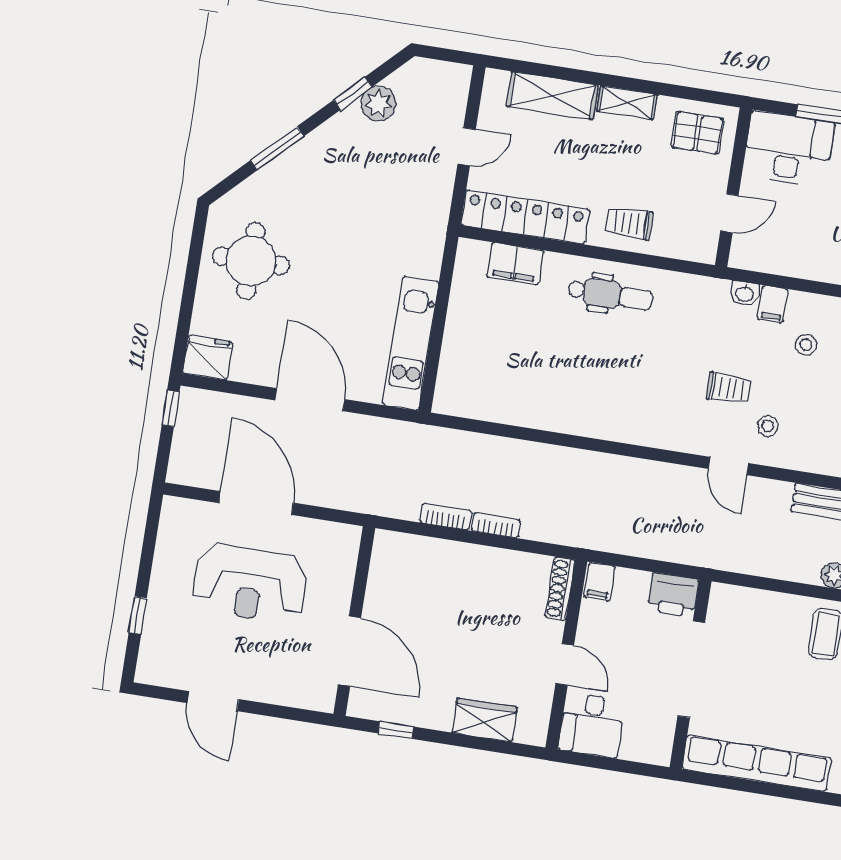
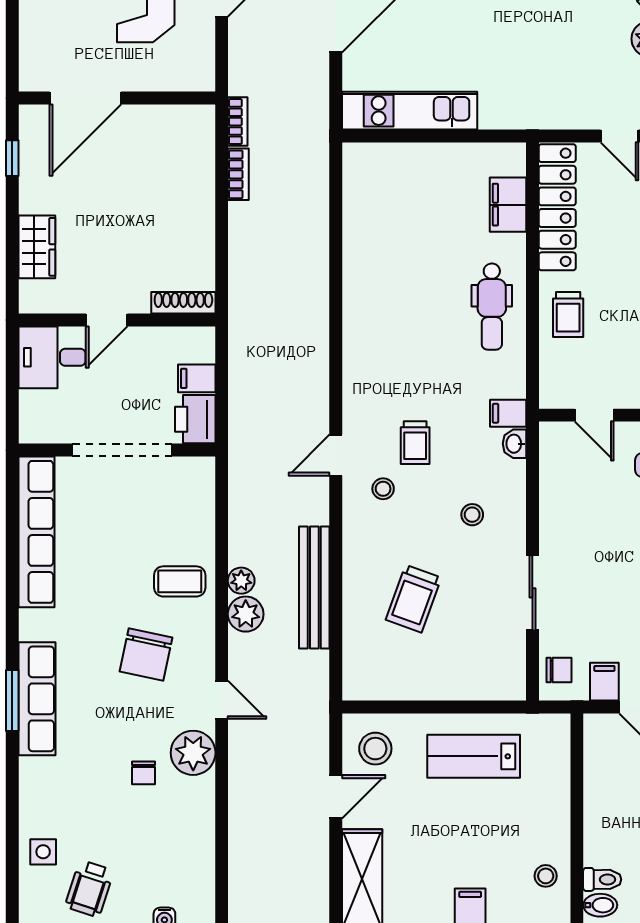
trolley: (629, 223) -> (568, 315), turned 180
filing cabinet: (773, 304) -> (508, 413), moved
bookcase: (496, 525) -> (238, 122), moved
filing cabinet: (599, 582) -> (197, 378), moved

